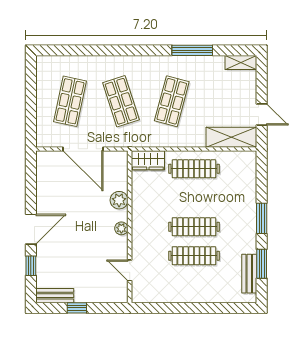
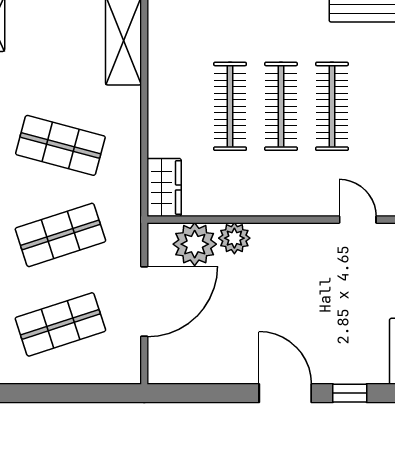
shop shelf: (70, 101) -> (60, 324), turned -30
clothes rail: (194, 169) -> (230, 106), moved
plant: (121, 228) -> (195, 244), moved, width x1.87, depth x1.87
door: (130, 270) -> (358, 220), swing flipped

